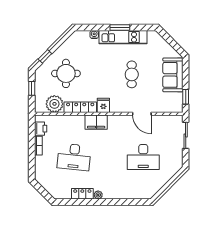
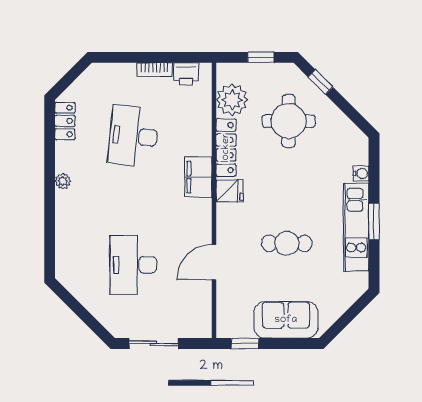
sliding door: (186, 135) -> (154, 344), moved
locker: (82, 194) -> (65, 121), moved

